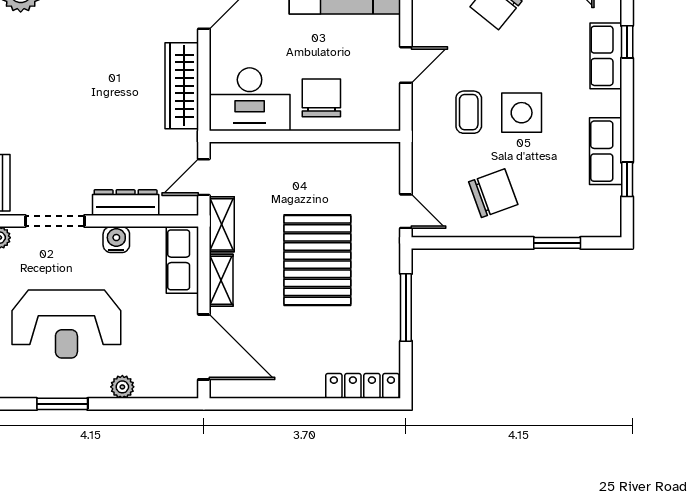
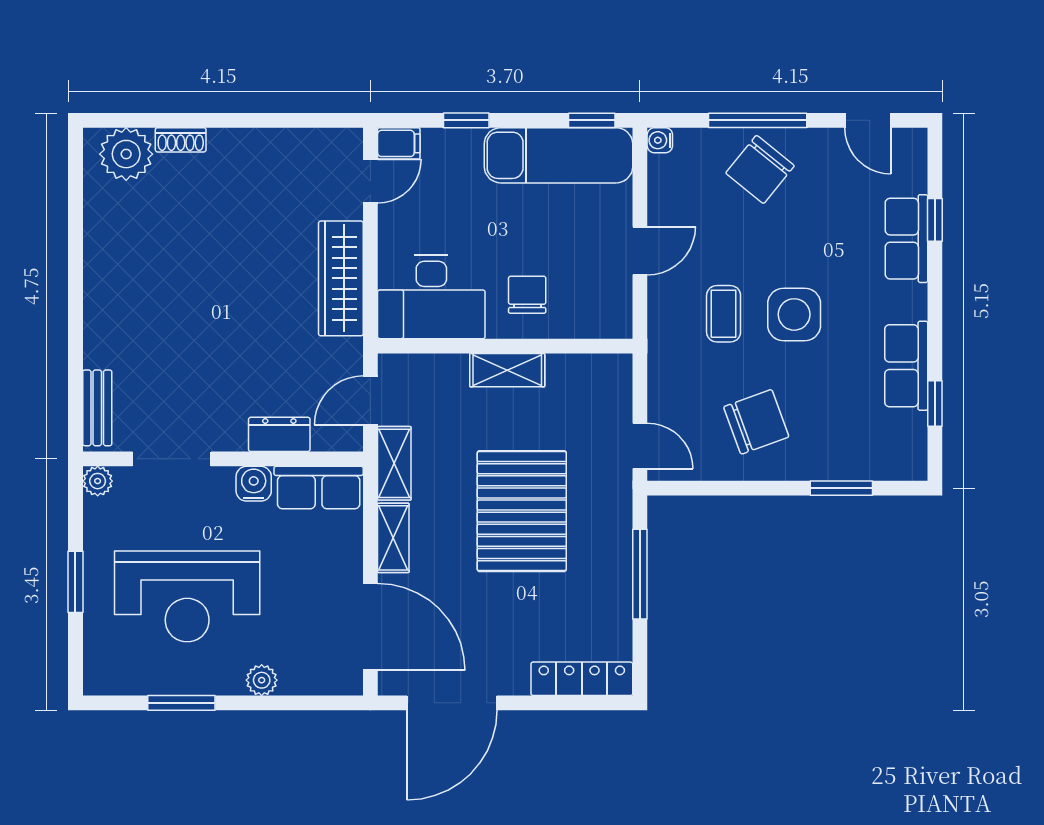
chair: (321, 98) -> (527, 295), width x0.73, depth x0.73
shelving: (306, 154) -> (507, 370), added
dresser: (126, 203) -> (279, 434), width x0.70
row of seats: (182, 260) -> (319, 488), moved, turned -90
door: (265, 404) -> (452, 703), added

